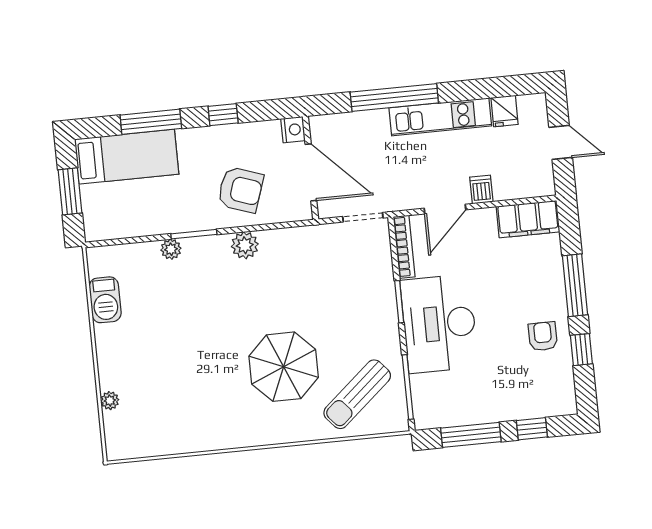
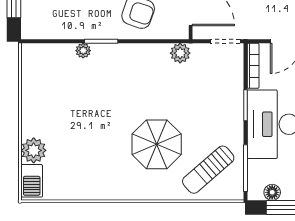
plant: (245, 245) -> (180, 53), moved
barbecue: (105, 300) -> (32, 181), moved
plant: (110, 401) -> (34, 150), width x1.87, depth x1.87
floor lamp: (447, 416) -> (272, 192), added

